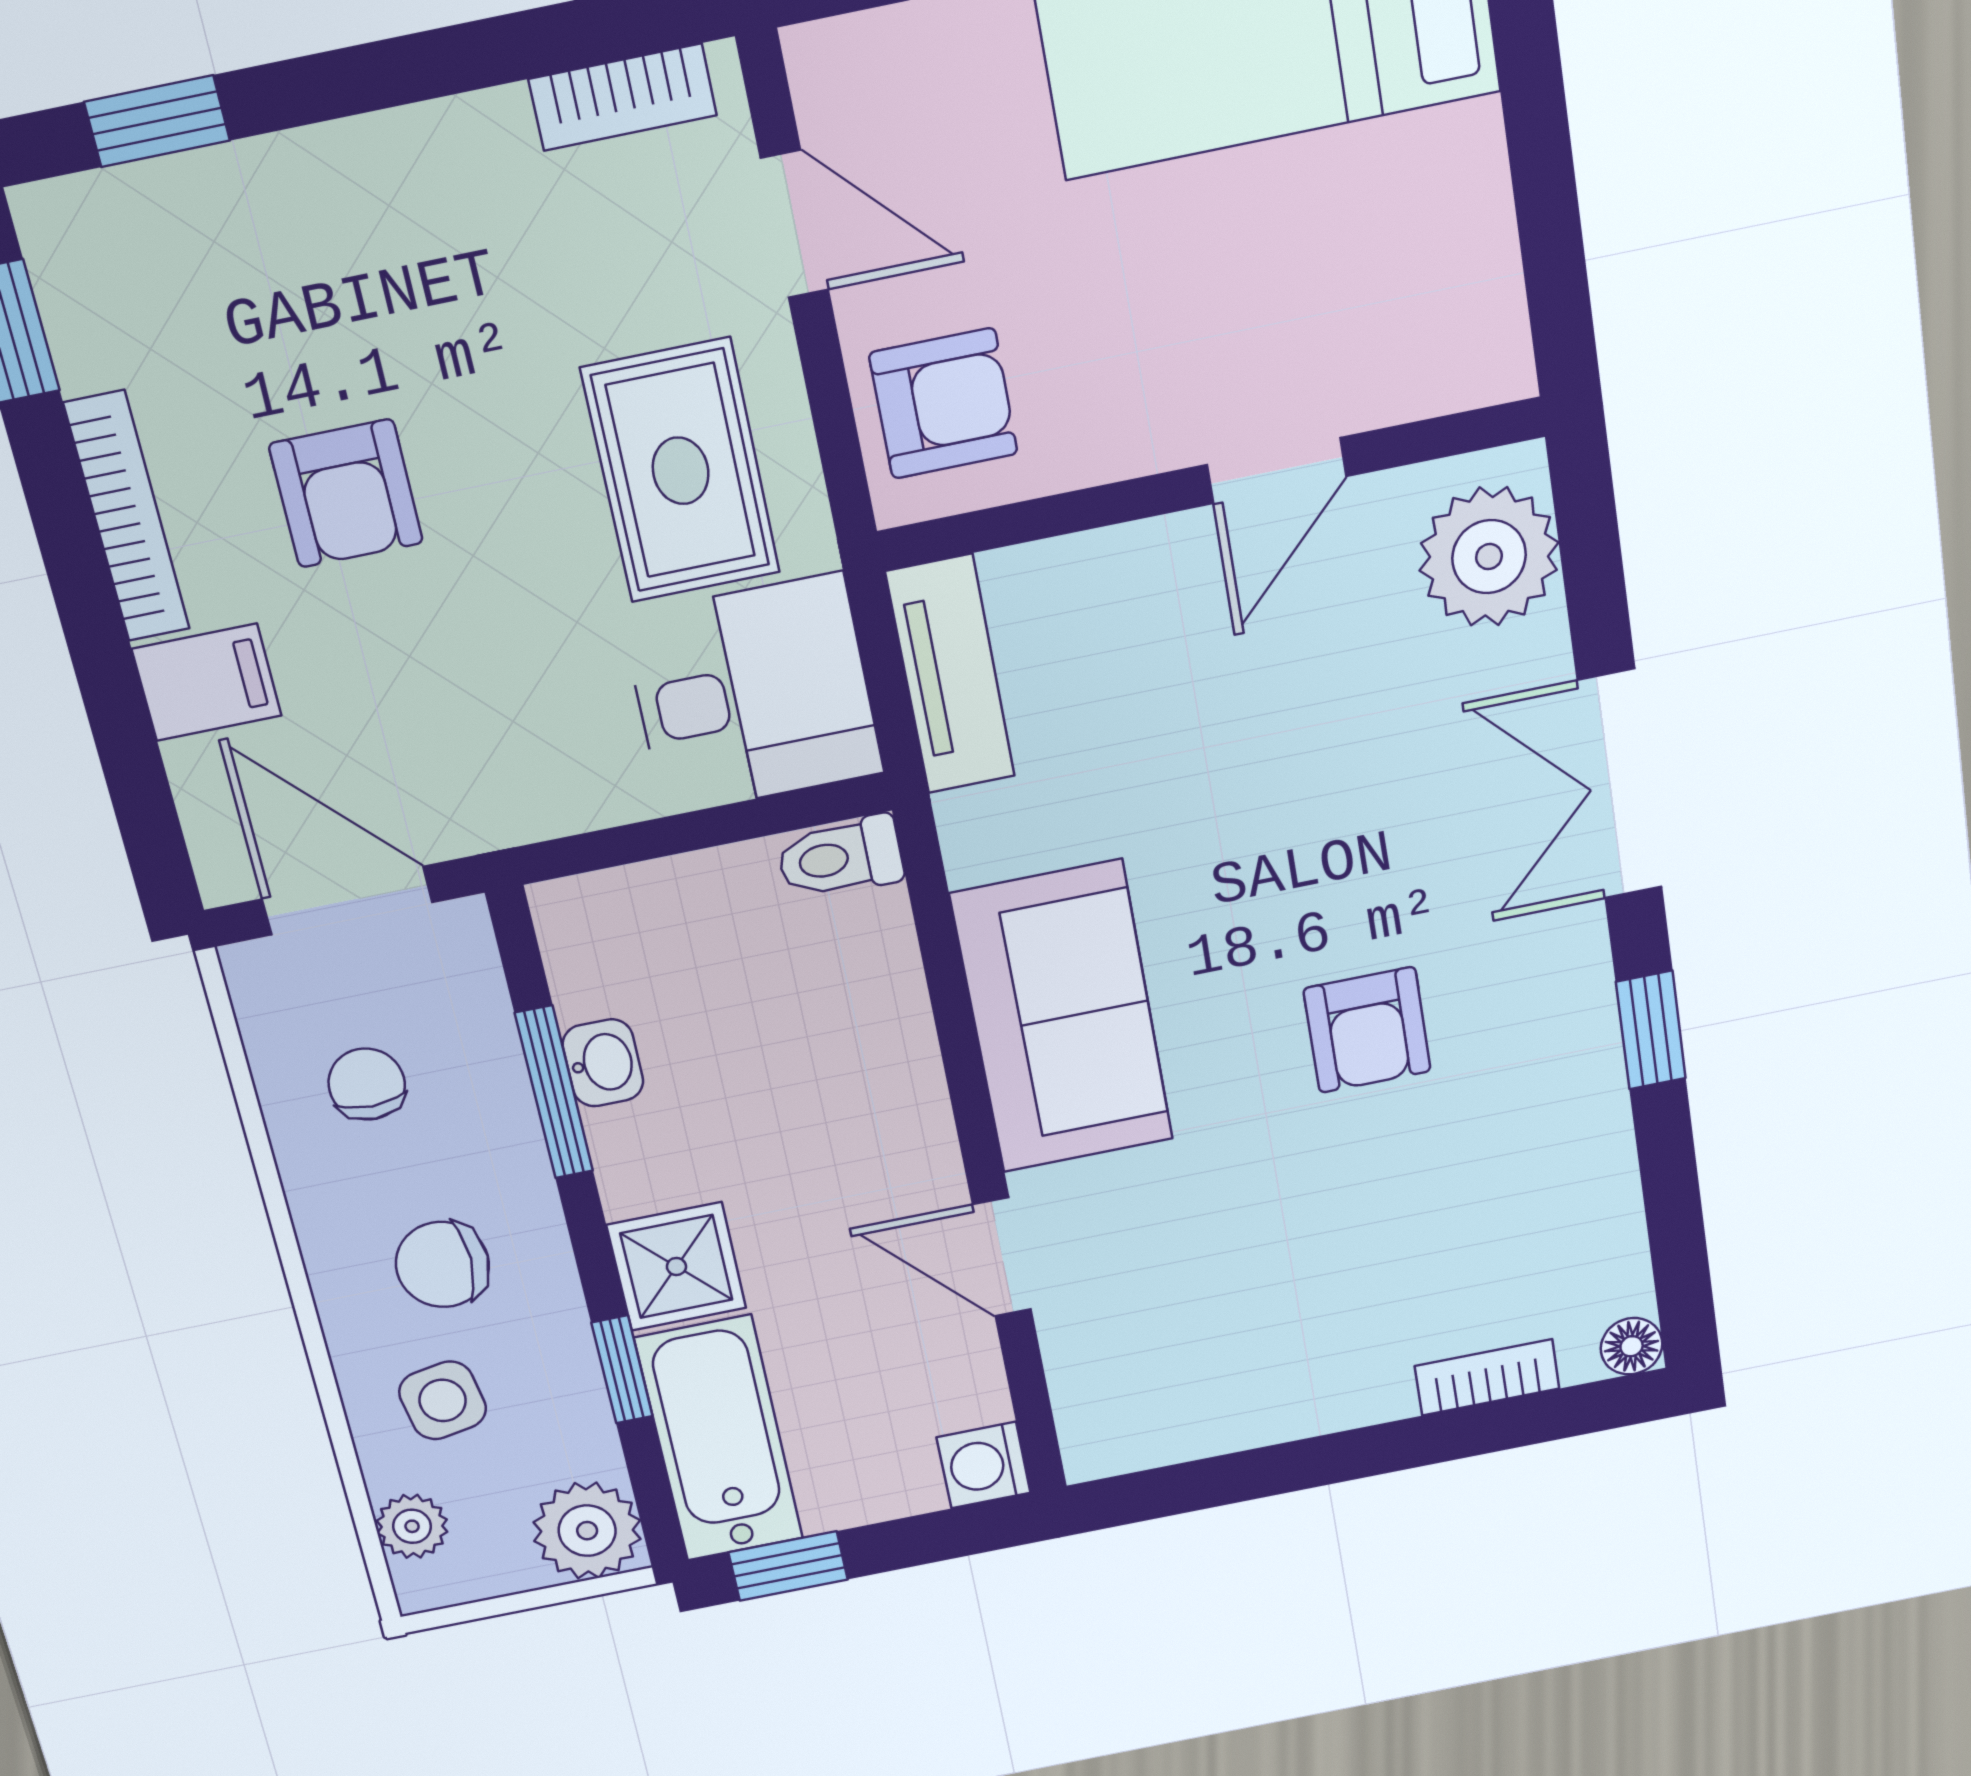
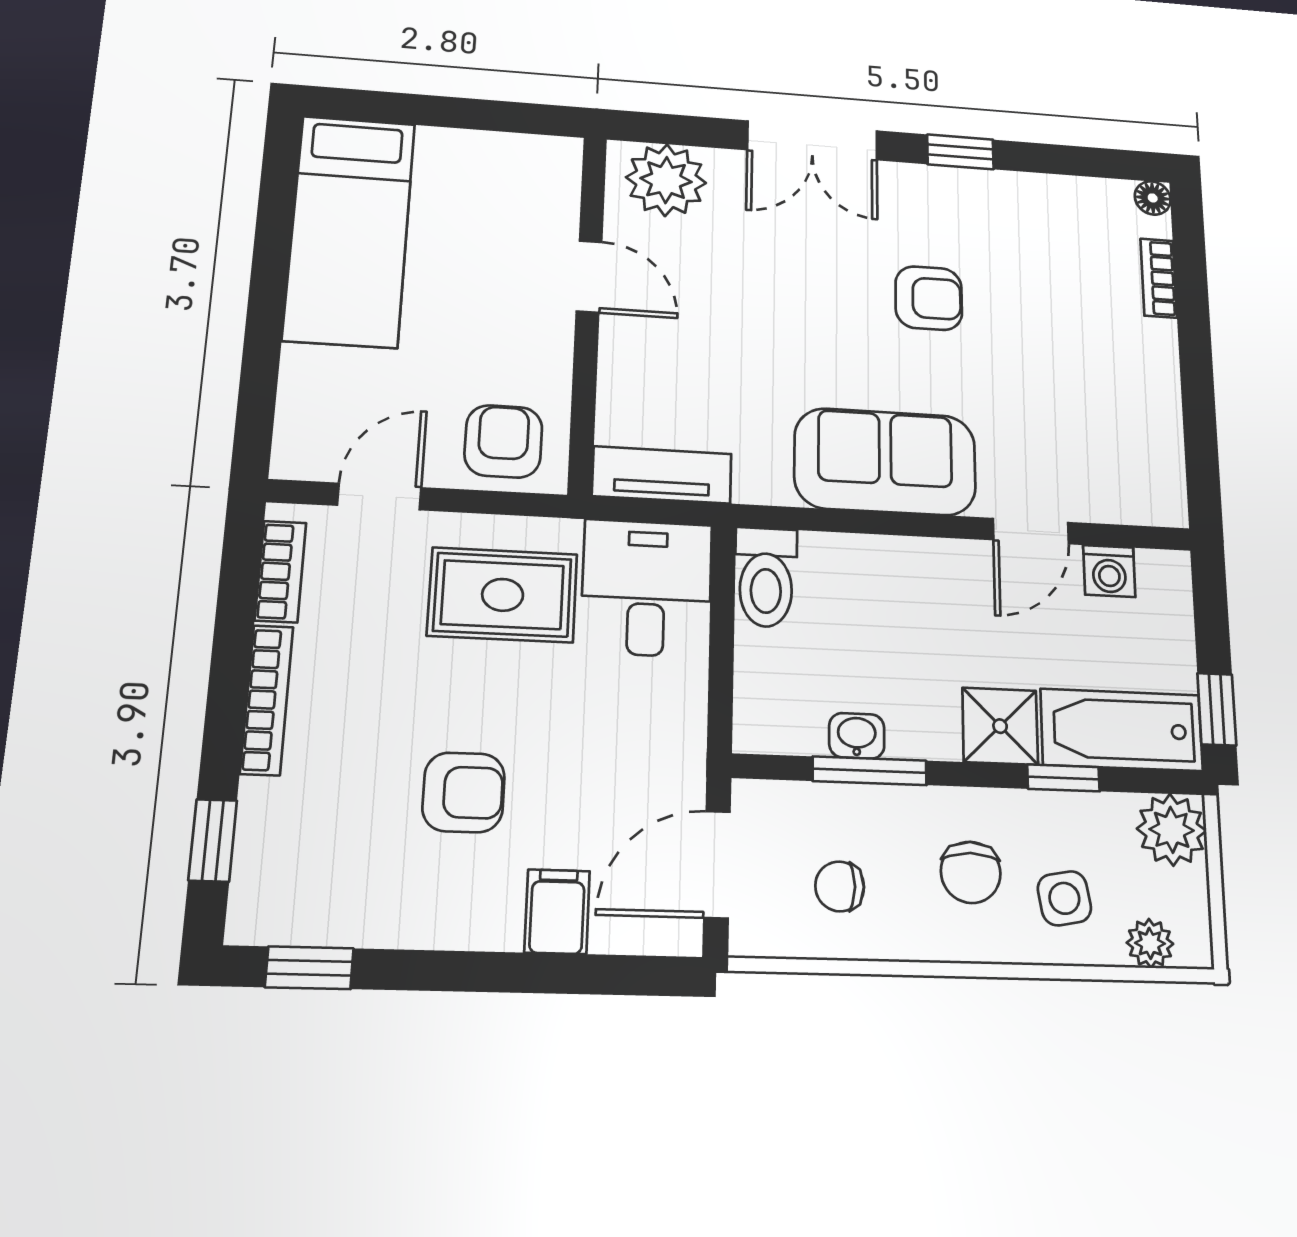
bookcase: (127, 517) -> (267, 700), moved, turned 90
toilet: (840, 857) -> (766, 577), width x1.37, depth x1.39
washing machine: (984, 1465) -> (1109, 571), moved

